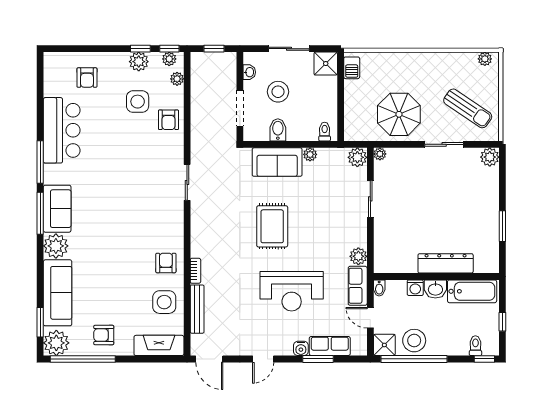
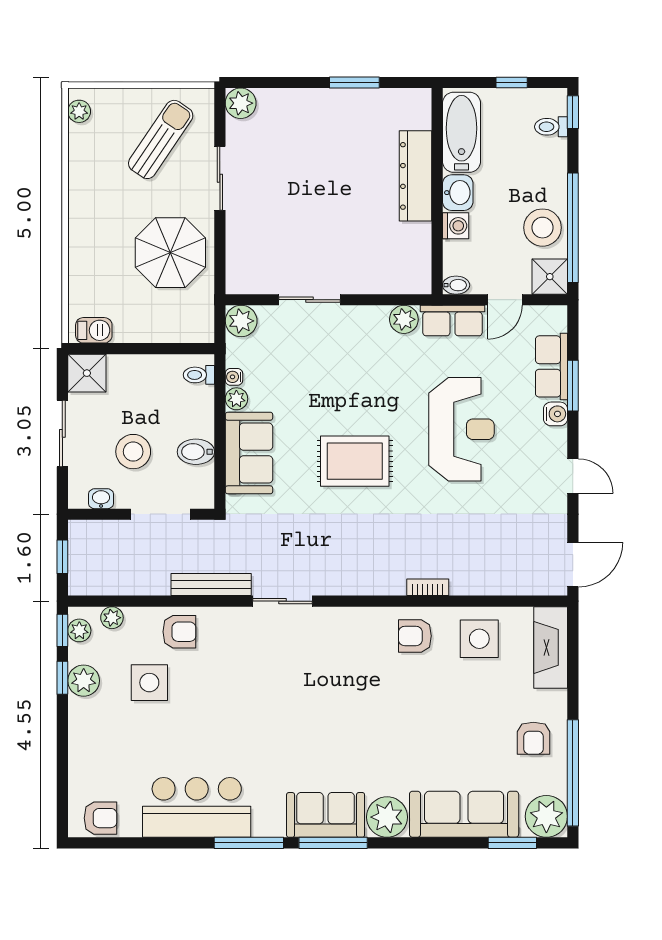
armchair: (87, 78) -> (100, 818), moved
water cooler: (323, 153) -> (234, 377), added
plant: (380, 154) -> (236, 284), removed
bench: (197, 309) -> (211, 585), moved

